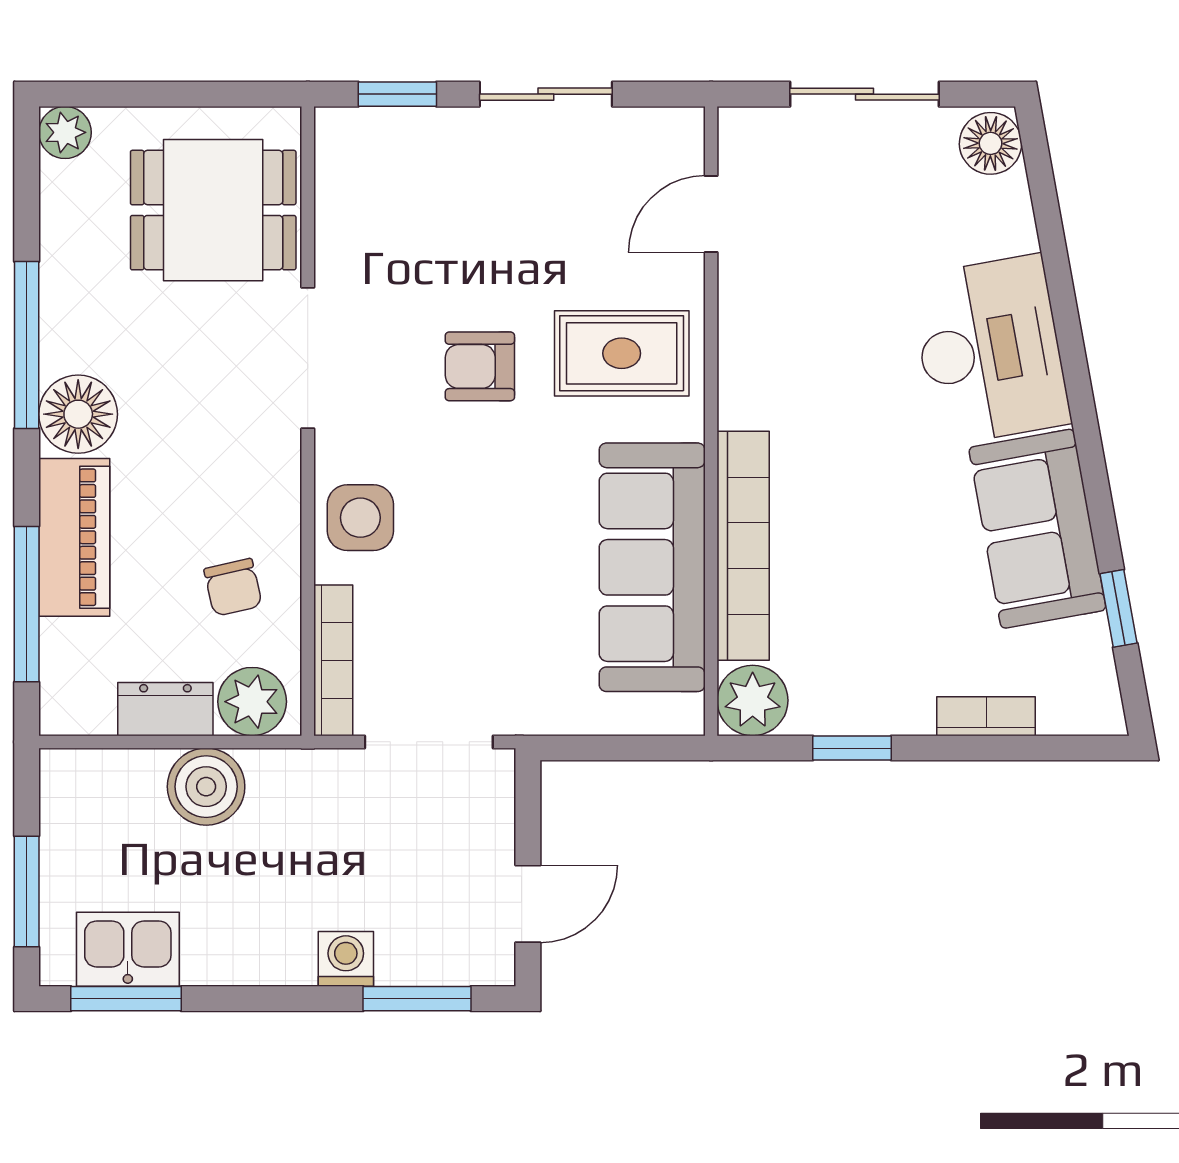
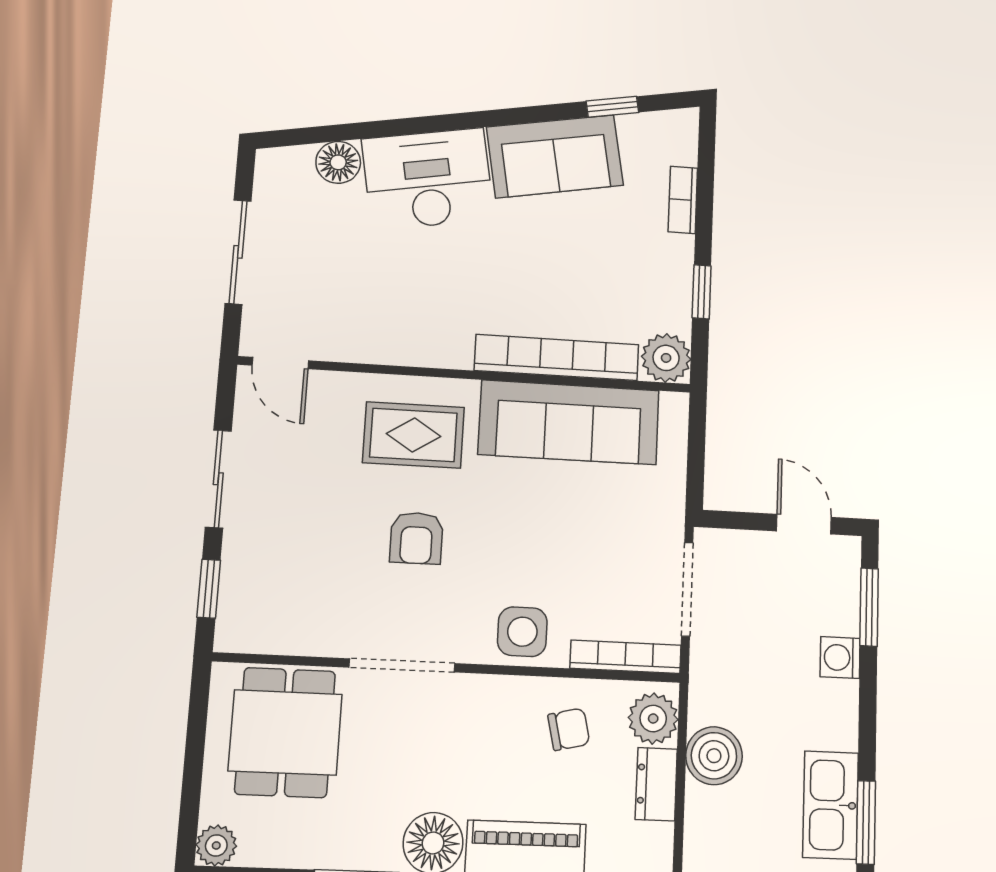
floor lamp: (991, 143) -> (338, 162), moved
door: (711, 214) -> (280, 363), moved
rug: (622, 353) -> (414, 435), turned 90
kitchen sink: (128, 949) -> (831, 805), width x1.38

